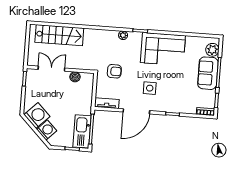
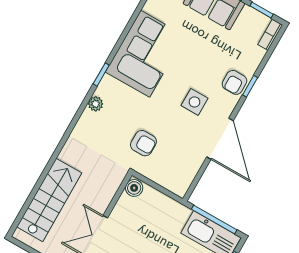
armchair: (114, 71) -> (143, 143), turned 90
boiler: (75, 77) -> (134, 188), moved
tv unit: (107, 103) -> (186, 178), removed
armchair: (171, 105) -> (234, 82), added

